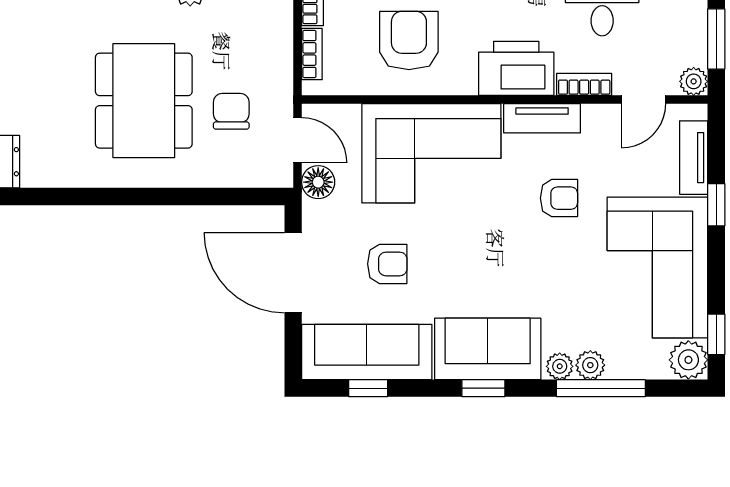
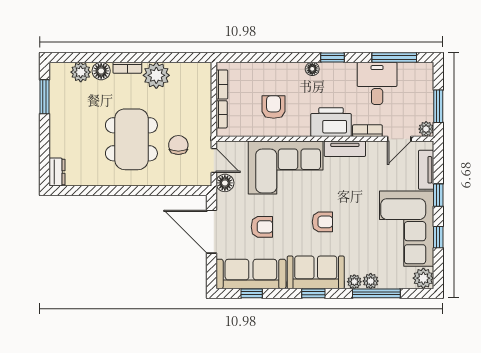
armchair: (409, 40) -> (274, 107), width x0.72, depth x0.72
armchair: (559, 198) -> (322, 222), moved
window: (716, 334) -> (438, 237), moved

